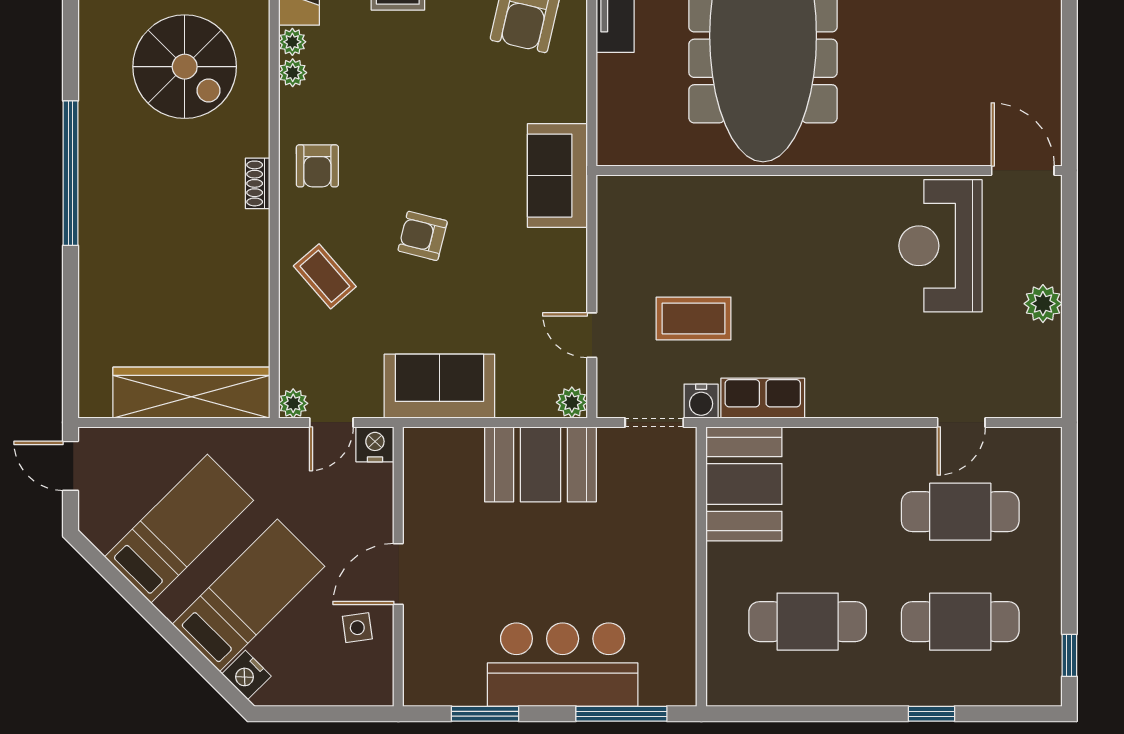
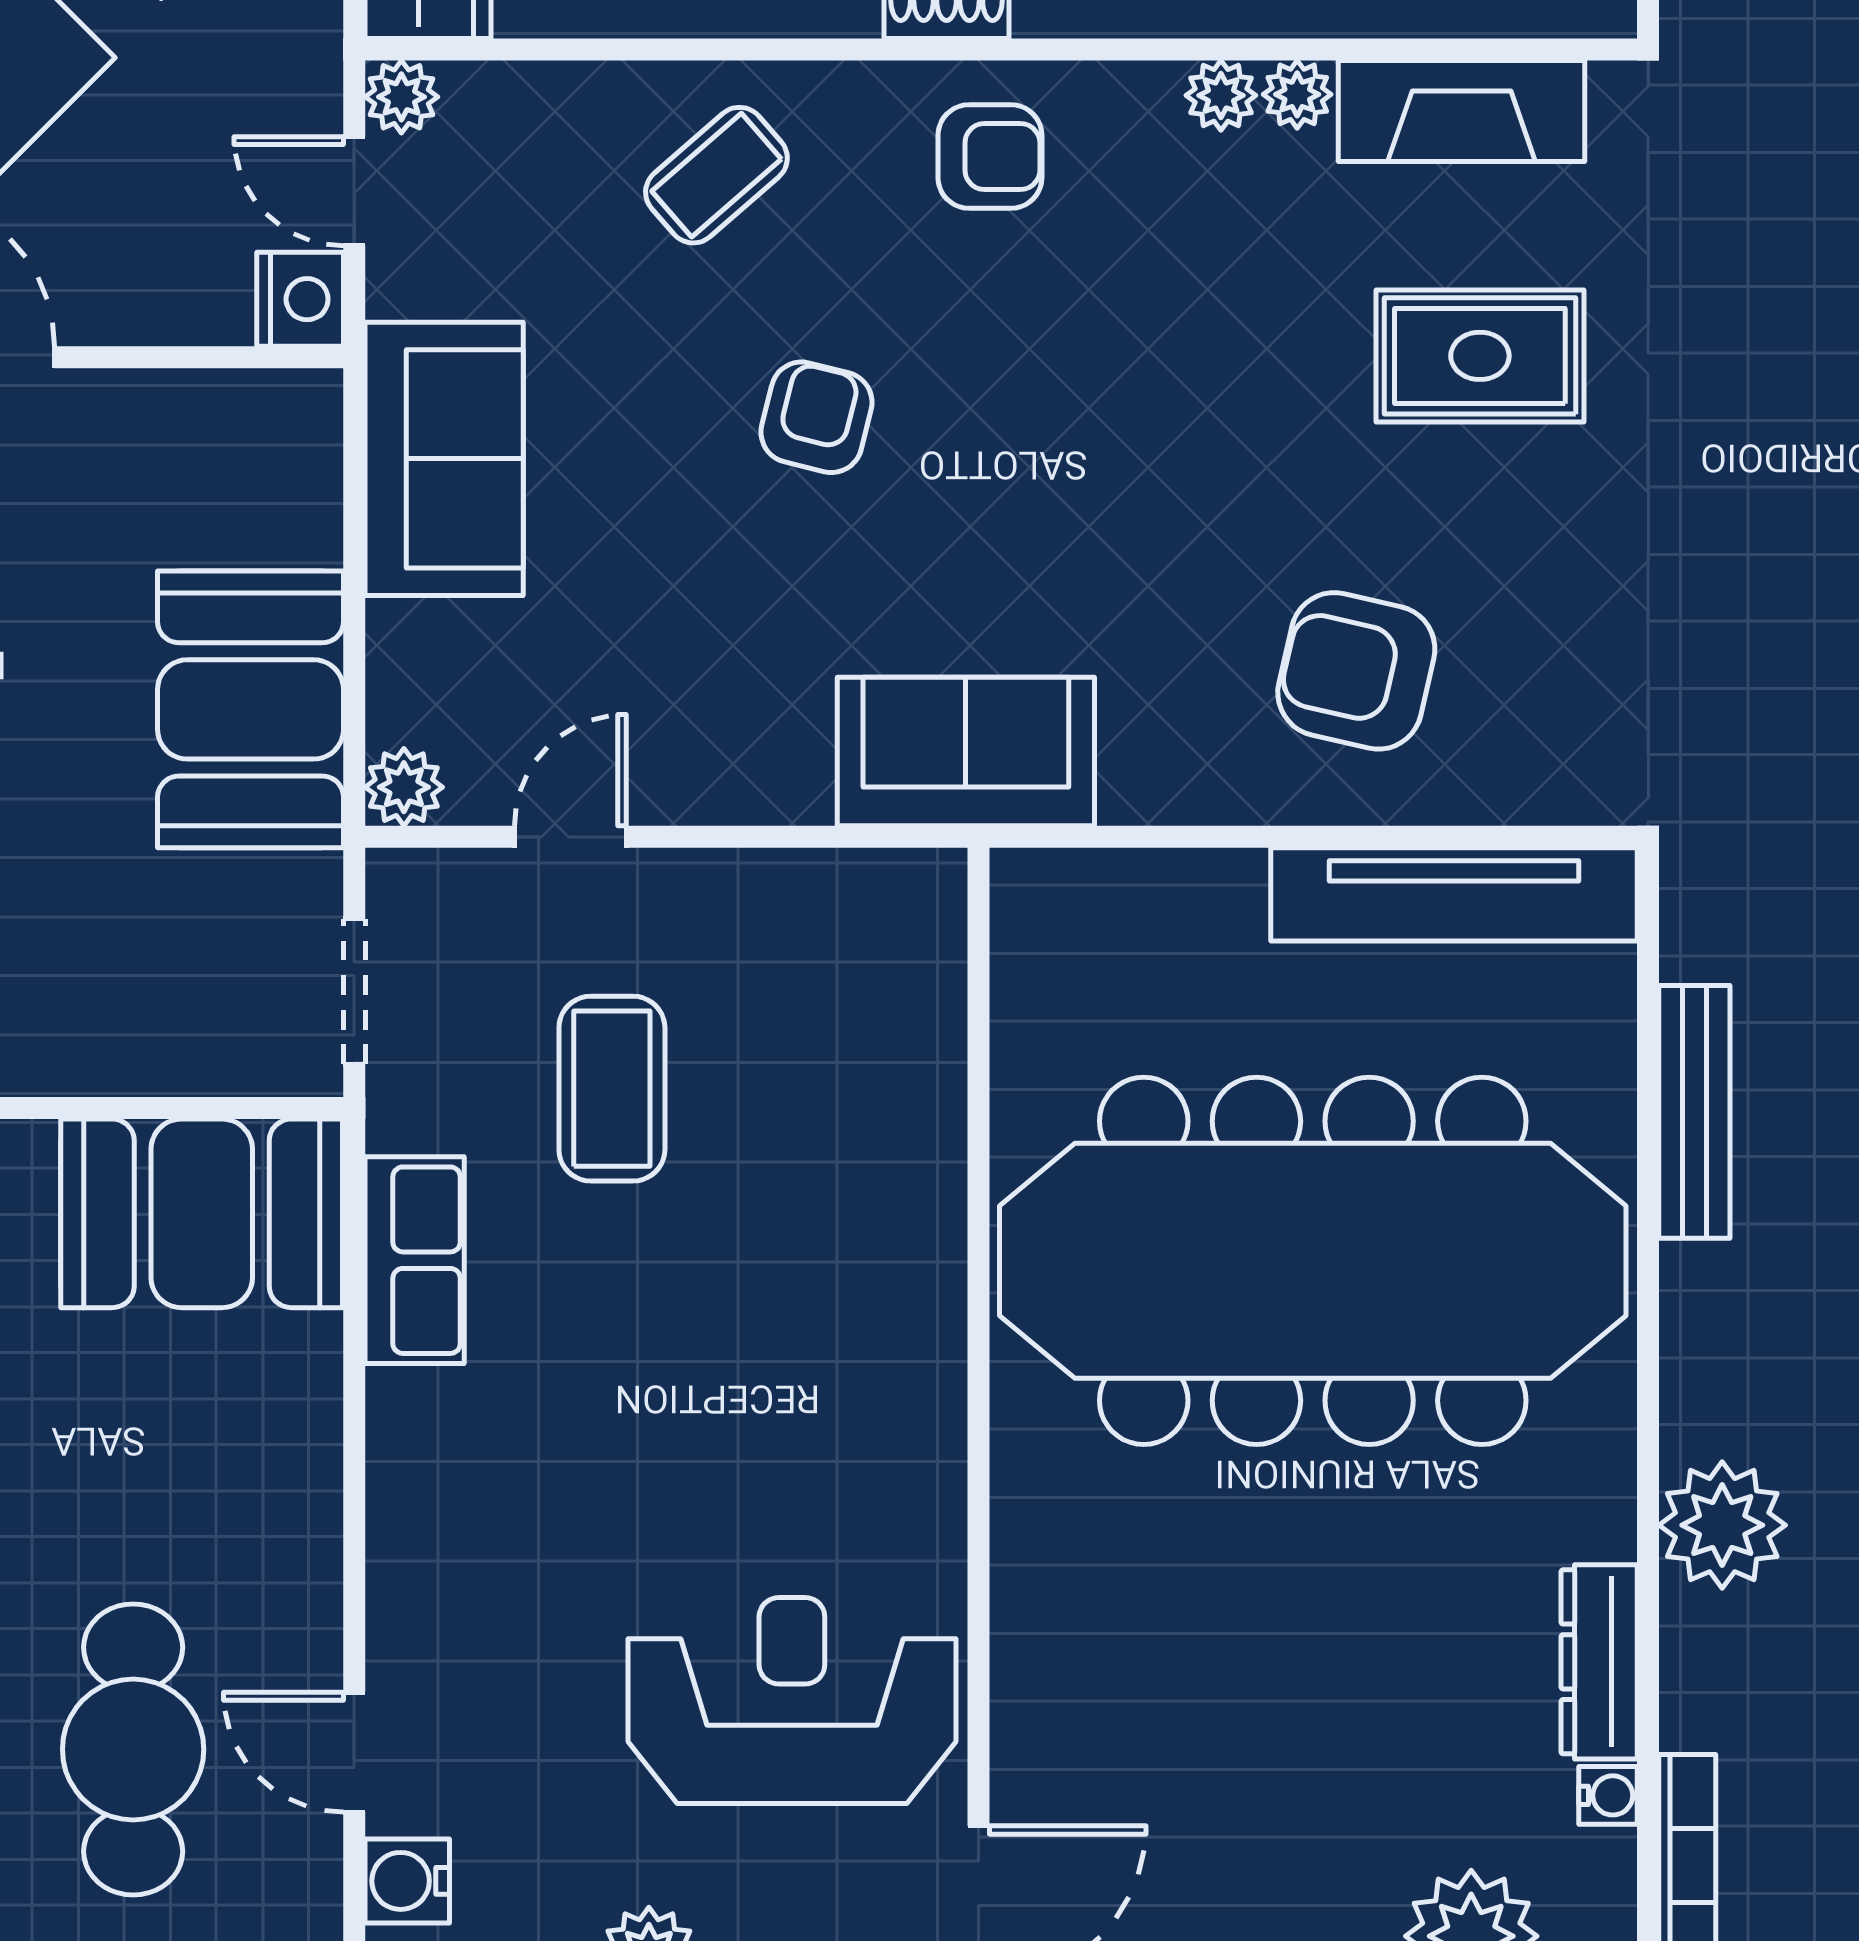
armchair: (317, 166) -> (990, 157), turned 180
water cooler: (701, 401) -> (407, 1881), moved

